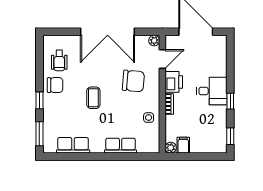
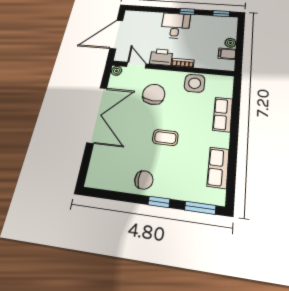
wheelchair: (59, 61) -> (117, 171), removed
chair: (55, 85) -> (144, 180), turned 90
side table: (149, 118) -> (195, 83), width x1.87, depth x1.87
plant: (171, 148) -> (230, 43), moved

